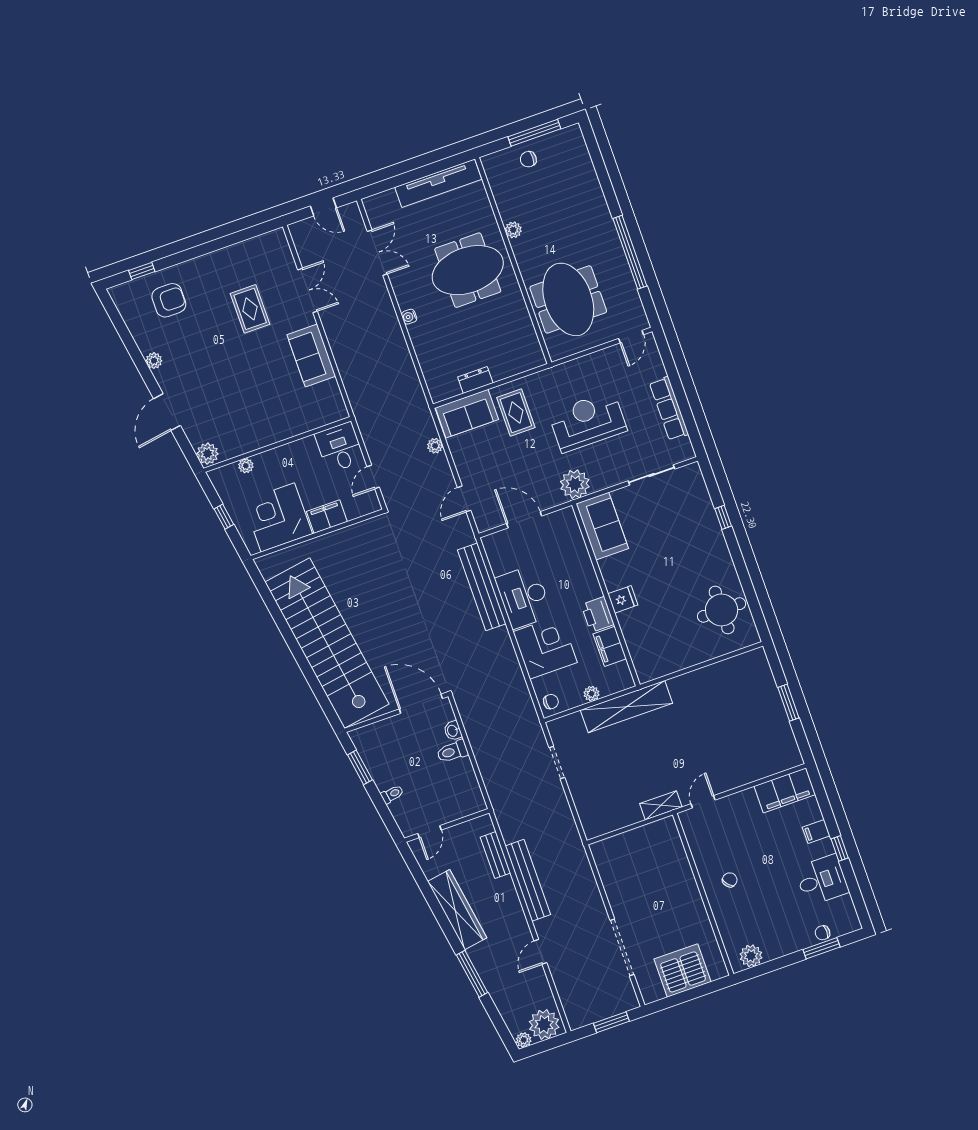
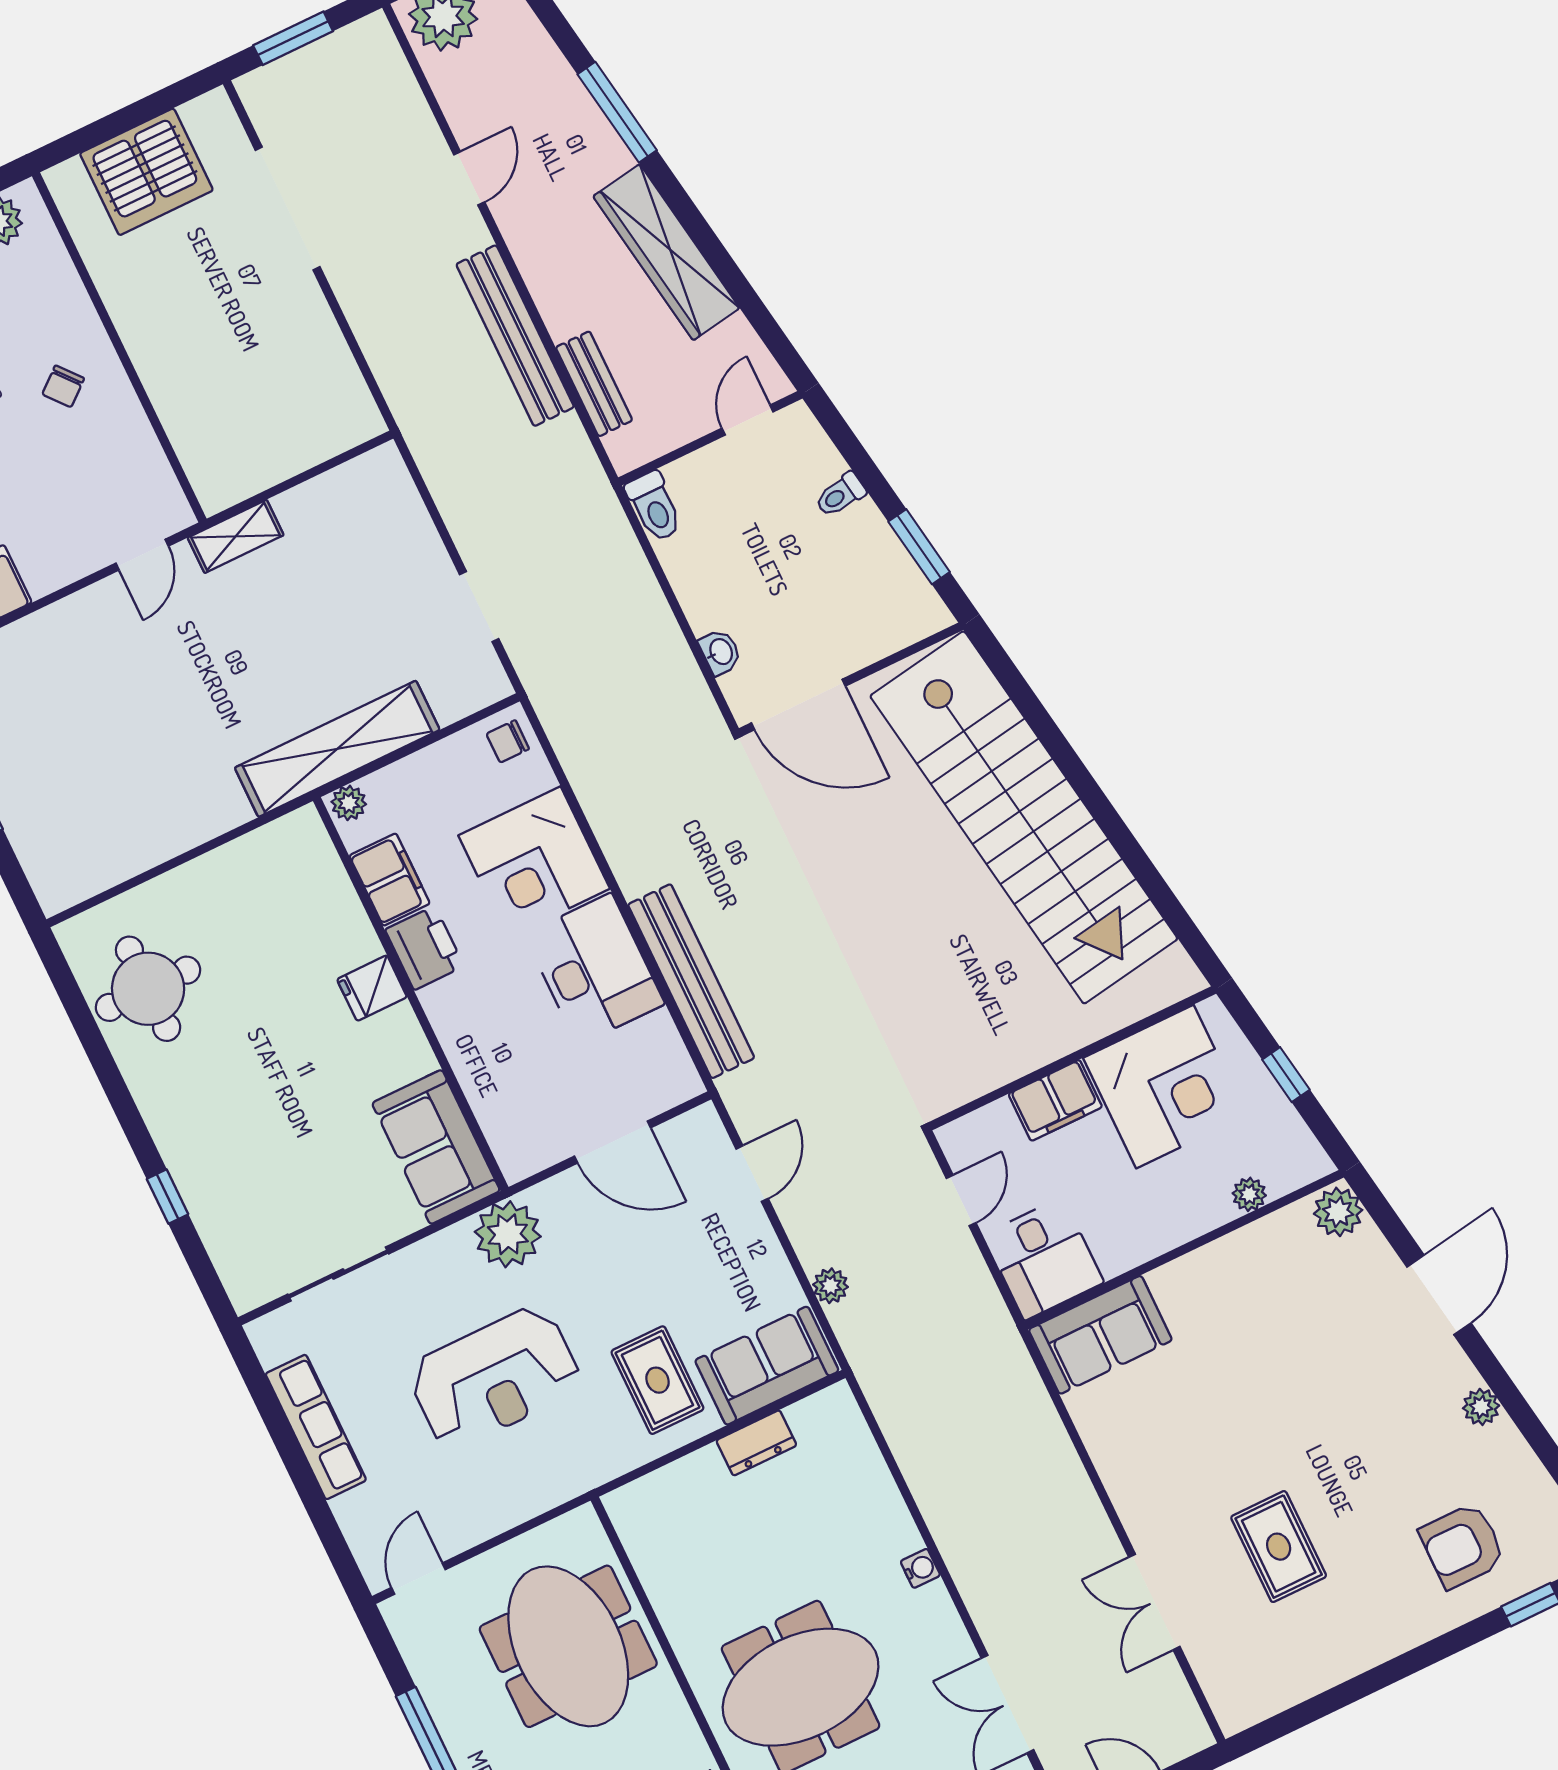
sofa: (311, 355) -> (1100, 1335), moved, turned 90
plant: (592, 694) -> (349, 803), moved
toilet: (452, 751) -> (654, 506), moved, turned 90

